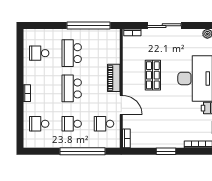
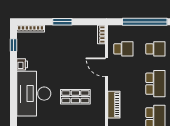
shop shelf: (153, 75) -> (75, 97), turned 90
piano: (114, 78) -> (114, 105), moved

